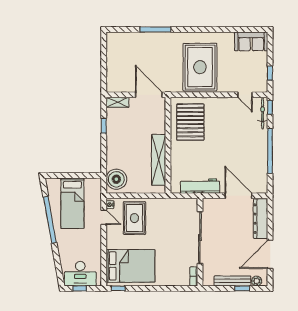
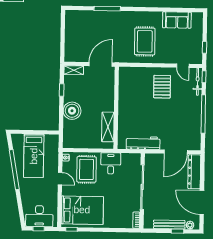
sofa: (251, 41) -> (177, 20), moved
rug: (200, 67) -> (145, 41), width x0.73, depth x0.69
door: (149, 95) -> (101, 64), hinge flipped
pallet: (190, 122) -> (162, 87), moved, width x0.73, depth x0.71
shelving: (159, 160) -> (108, 127), width x0.68
boiler: (116, 179) -> (72, 111), moved
door: (238, 196) -> (176, 152), swing flipped
desk: (163, 211) -> (111, 163), added
door: (104, 217) -> (60, 179), moved
door: (270, 254) -> (202, 203), hinge flipped

